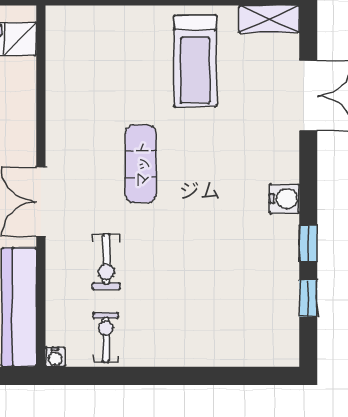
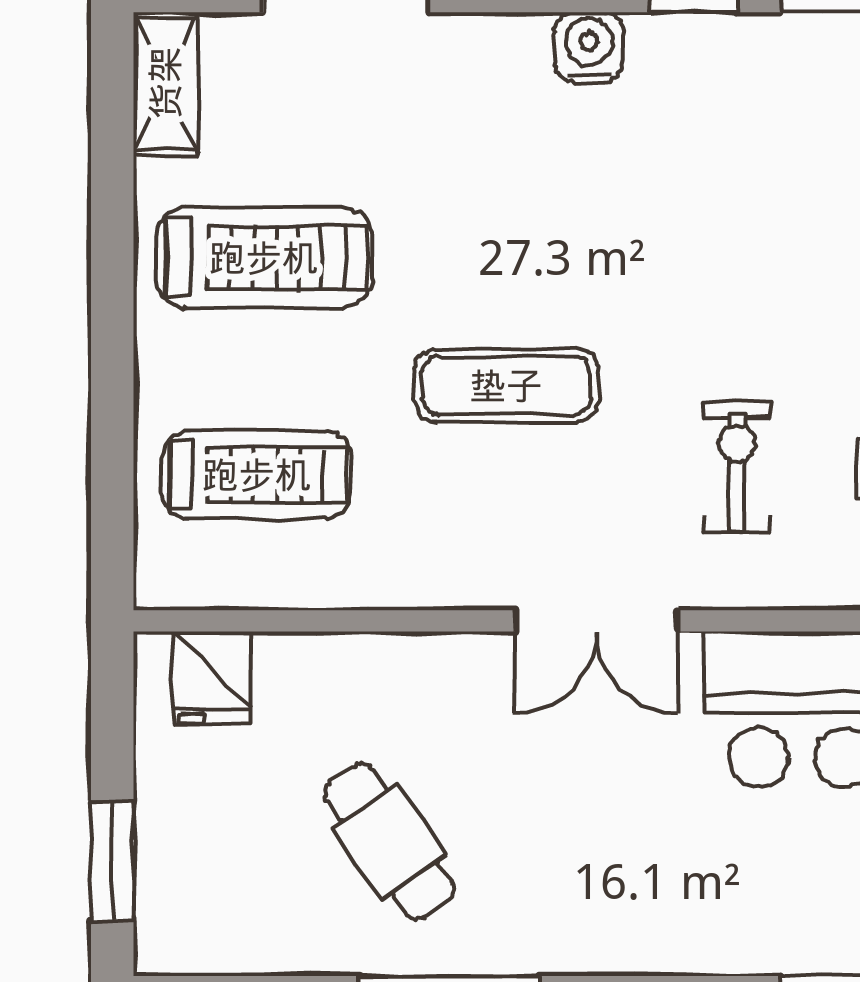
treadmill: (103, 58) -> (257, 475), added
exercise bike: (106, 262) -> (737, 467), turned -90

